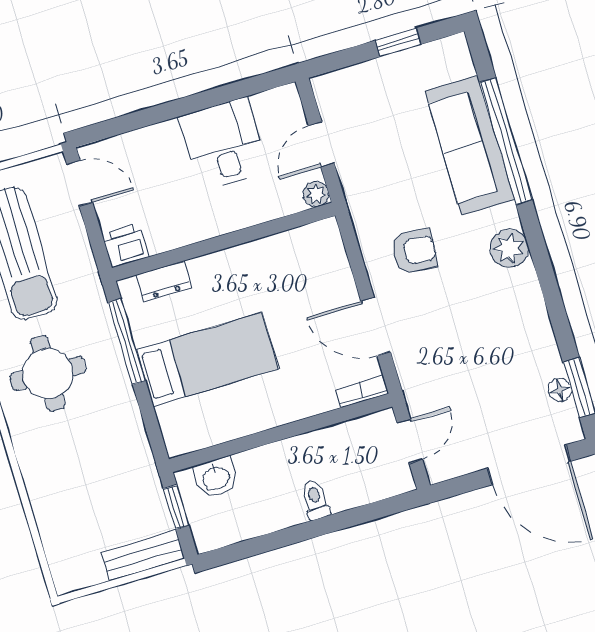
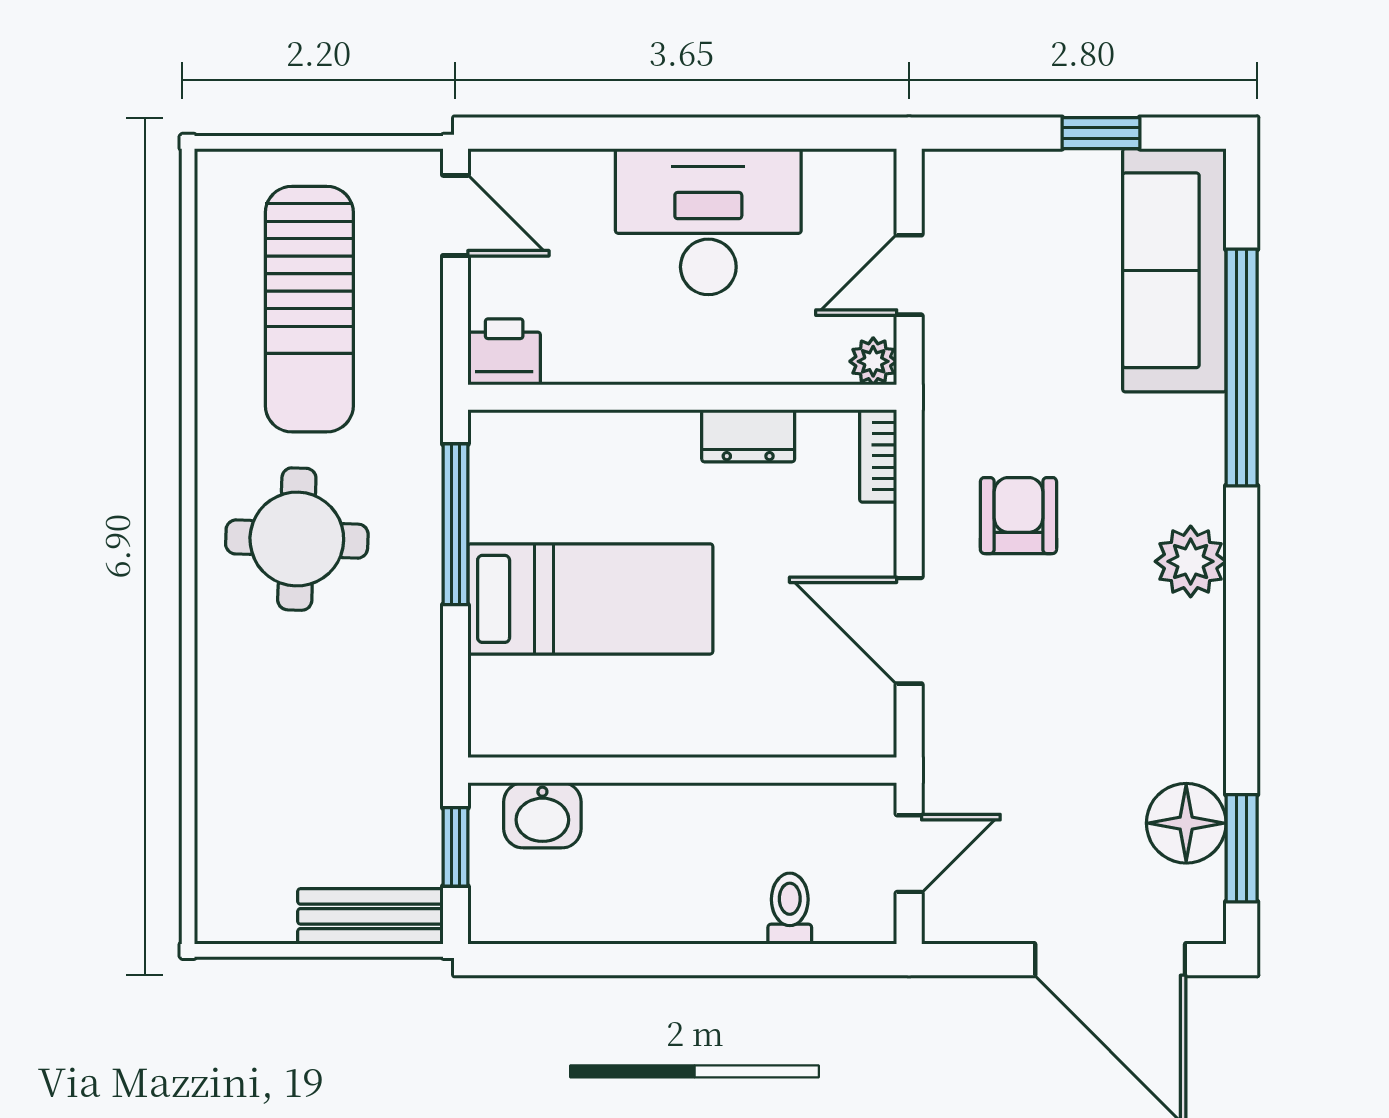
desk: (223, 144) -> (708, 222), width x1.37
sofa: (470, 145) -> (1174, 270), moved
armchair: (414, 251) -> (1018, 516), turned -95
dresser: (164, 281) -> (748, 436), moved
floor lamp: (560, 390) -> (1186, 823), width x1.89, depth x1.89
bookcase: (362, 391) -> (878, 456), moved, turned -90
toilet: (315, 500) -> (790, 909), moved

